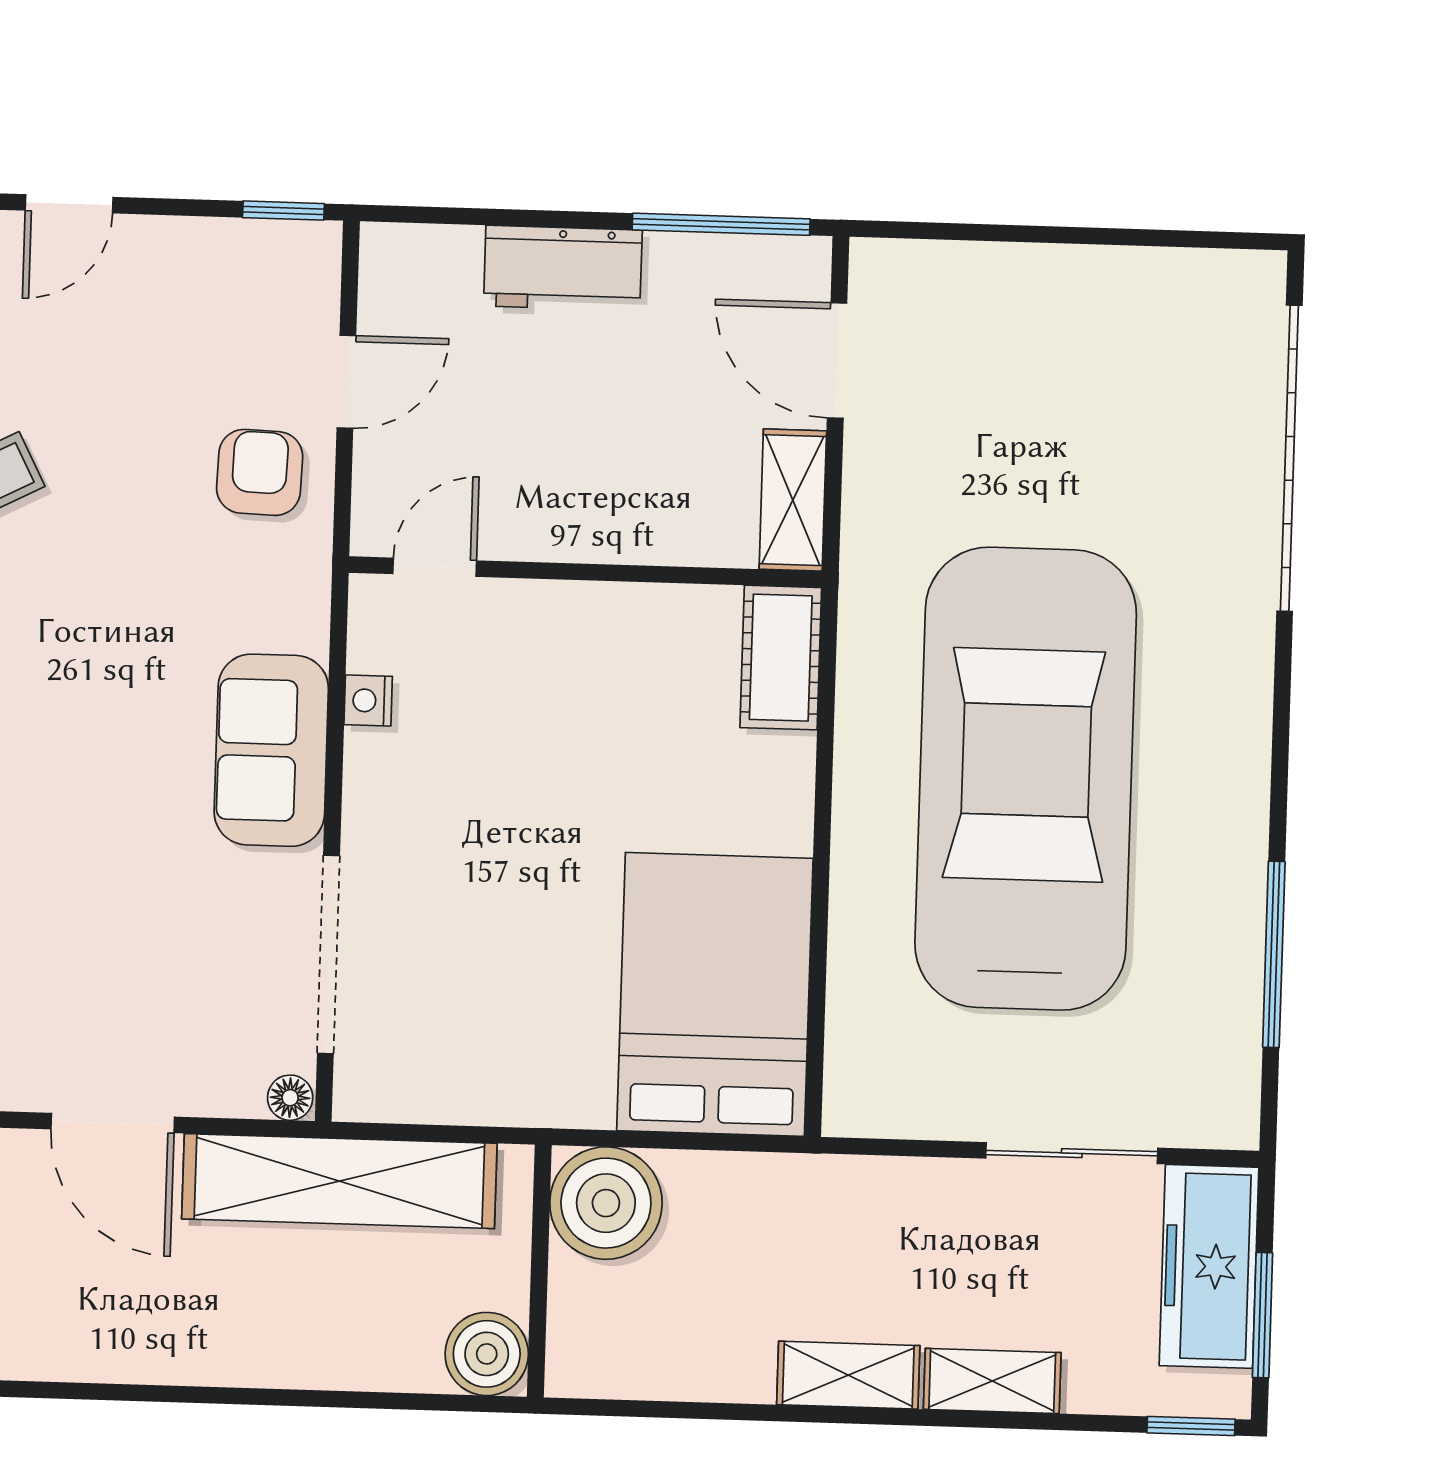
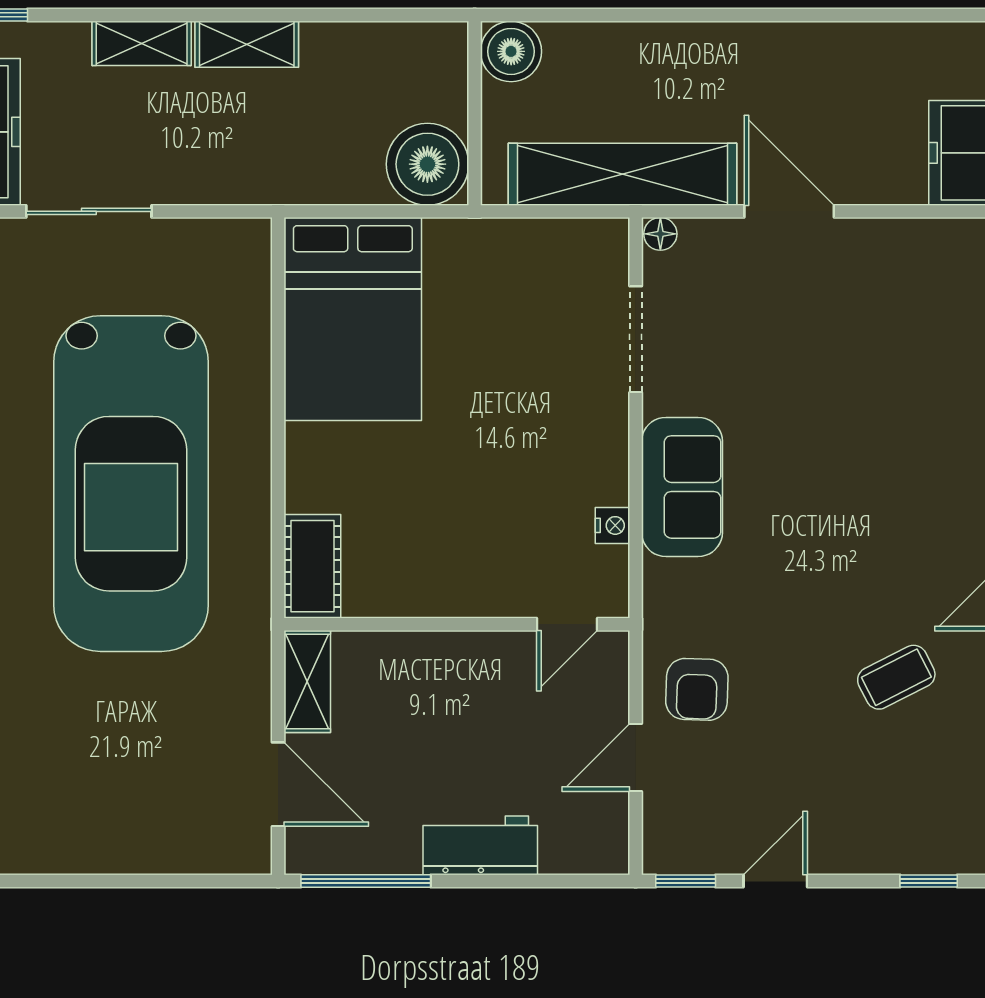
door: (69, 204) -> (775, 881), moved
doorway: (328, 954) -> (636, 339), width x0.73

